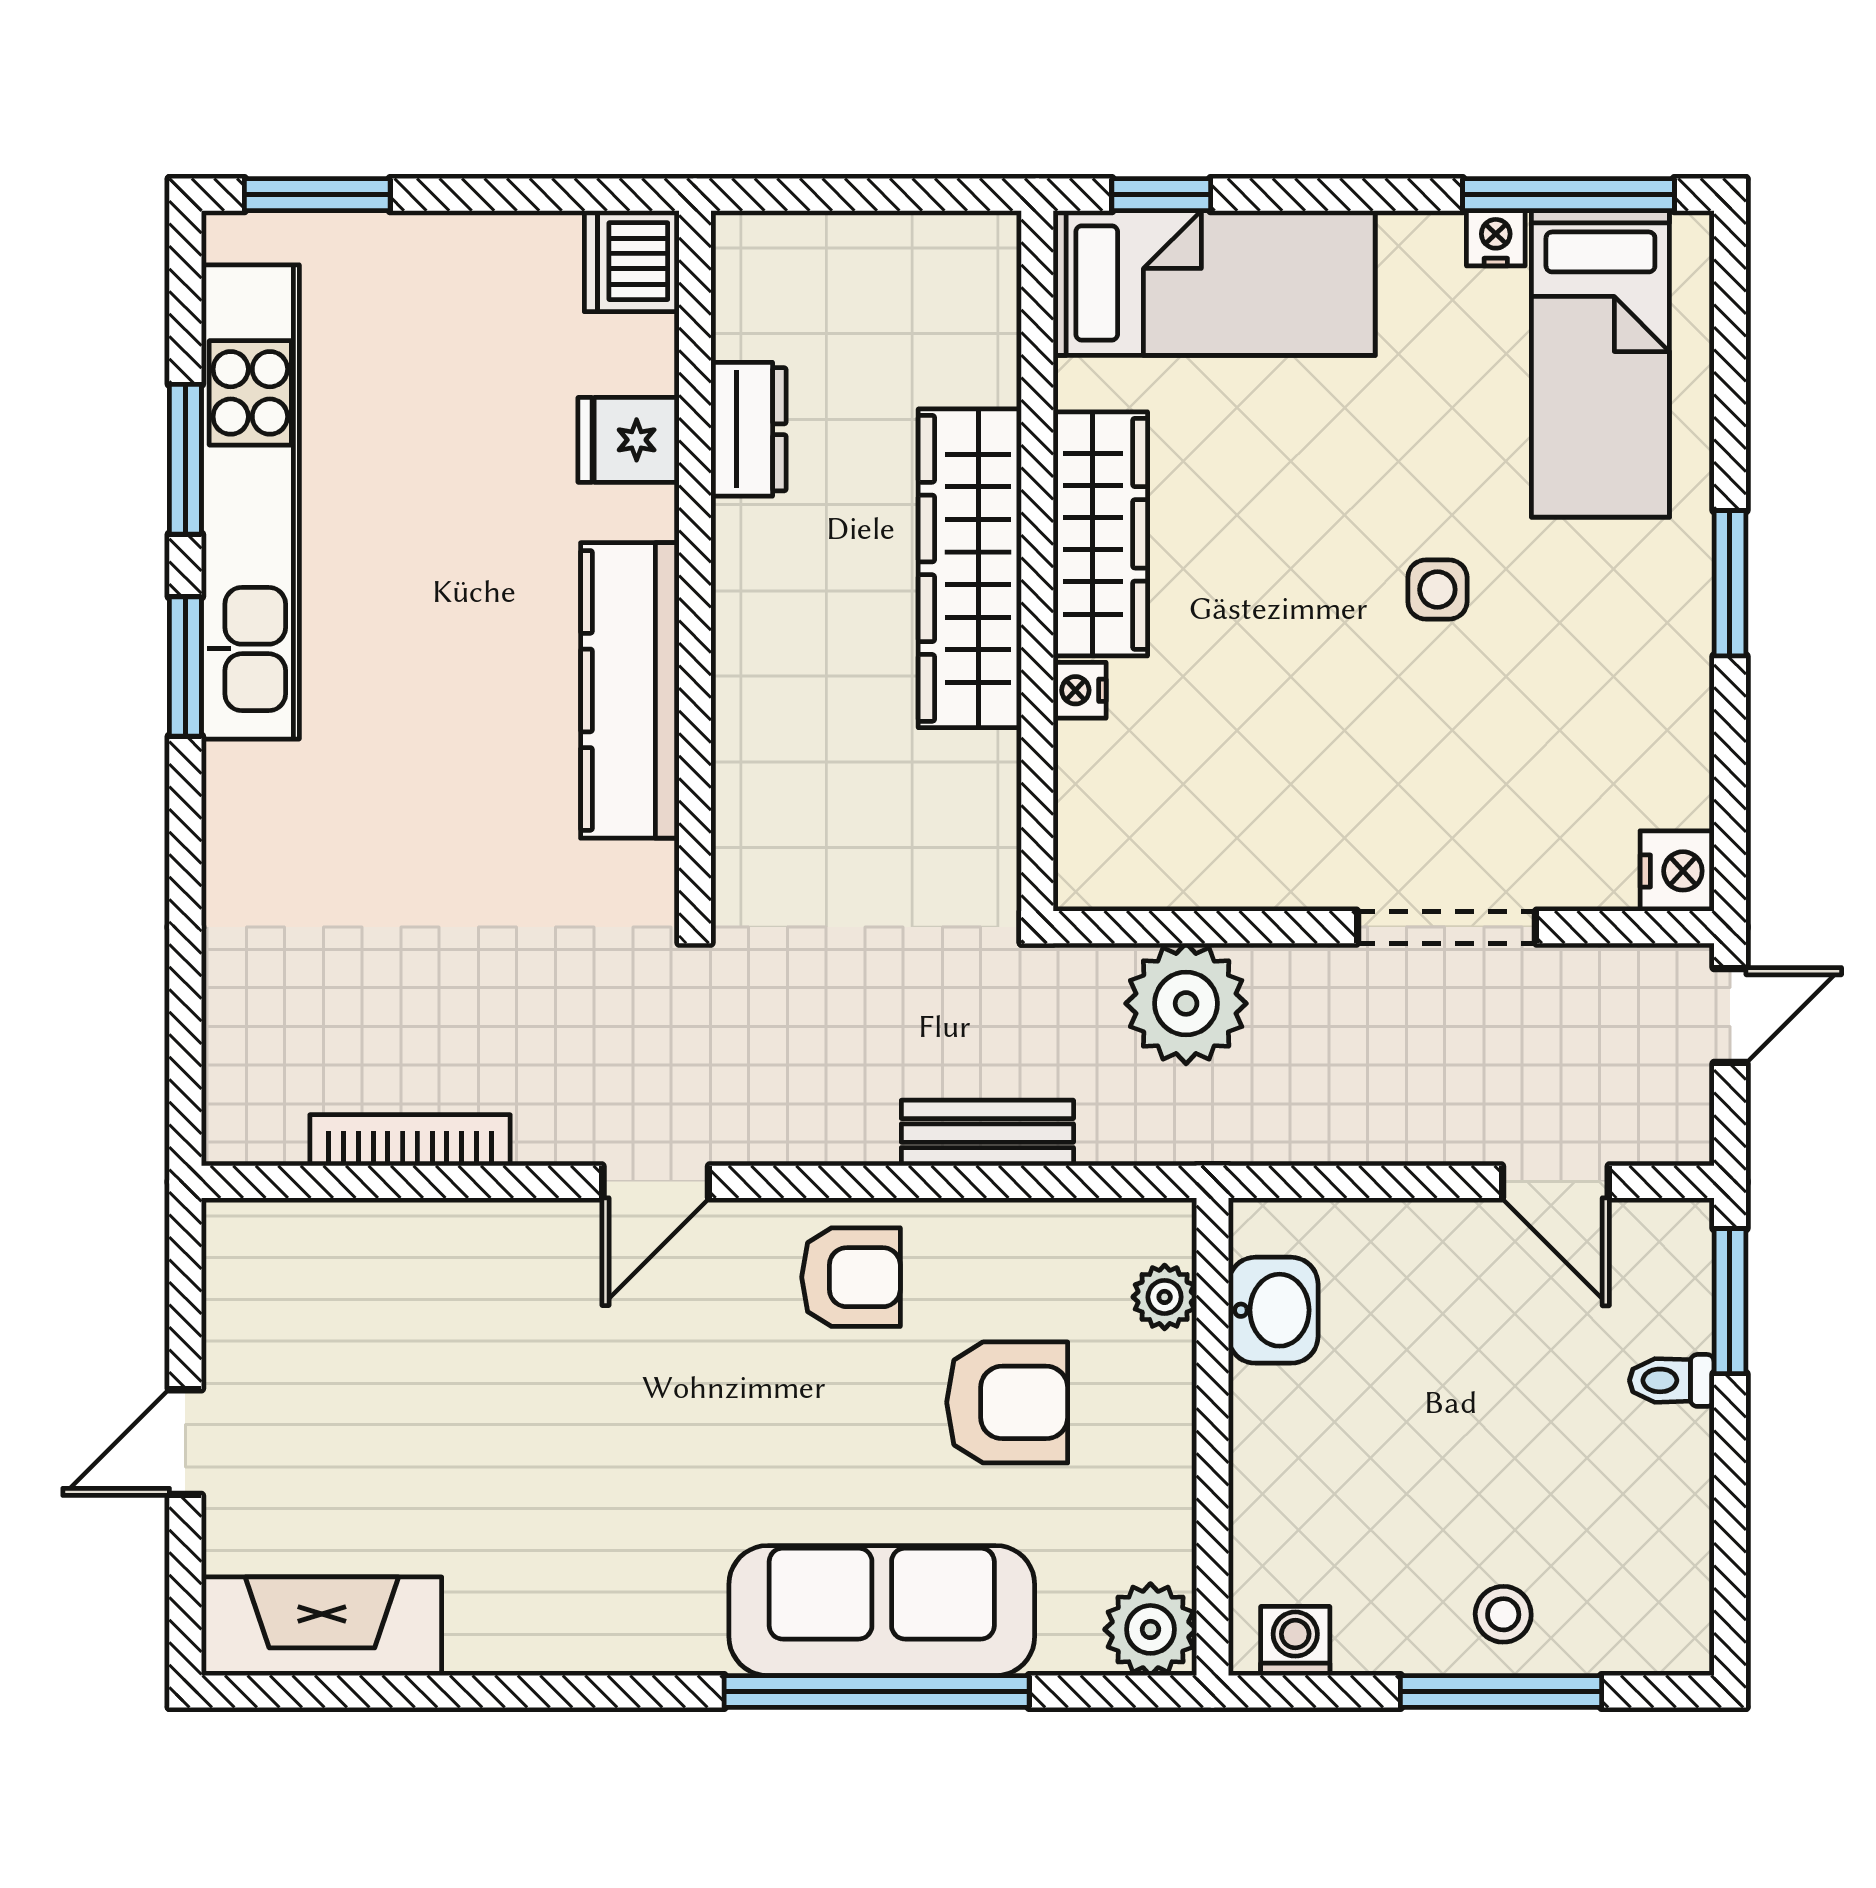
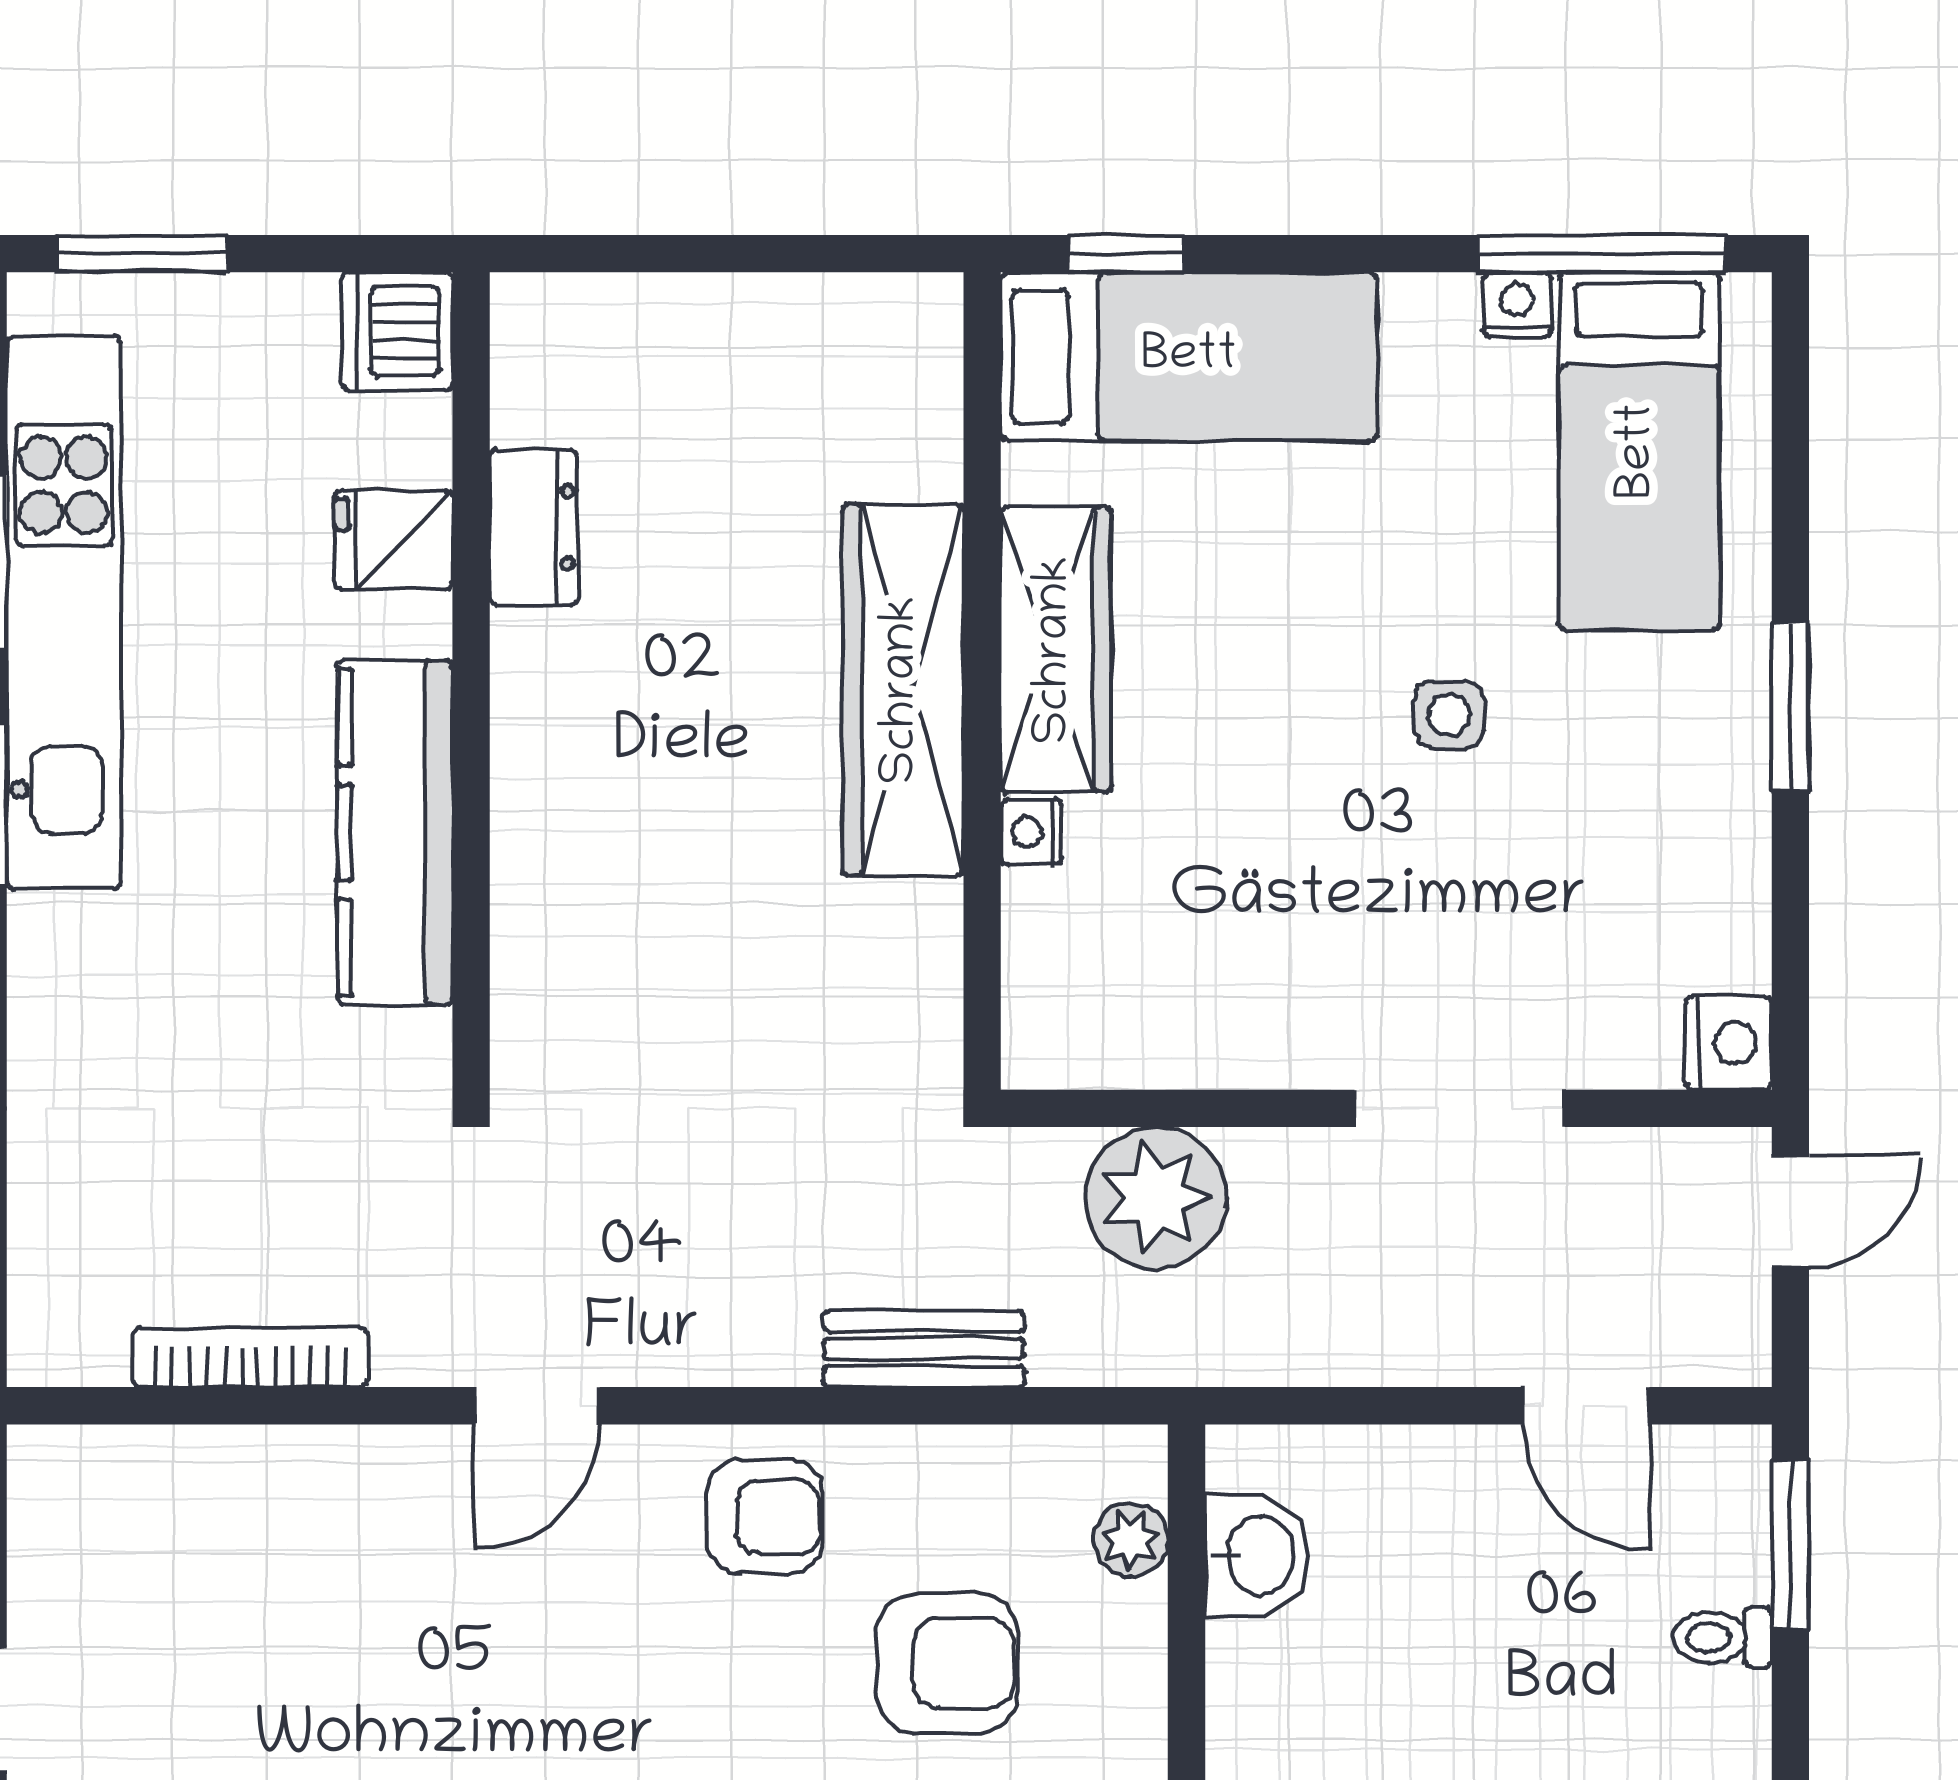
dishwasher: (632, 261) -> (397, 331), moved
dresser: (749, 429) -> (534, 528), moved
fridge: (628, 440) -> (394, 540), moved
wall: (695, 561) -> (471, 681), moved
kitchen counter: (630, 690) -> (395, 832), moved

